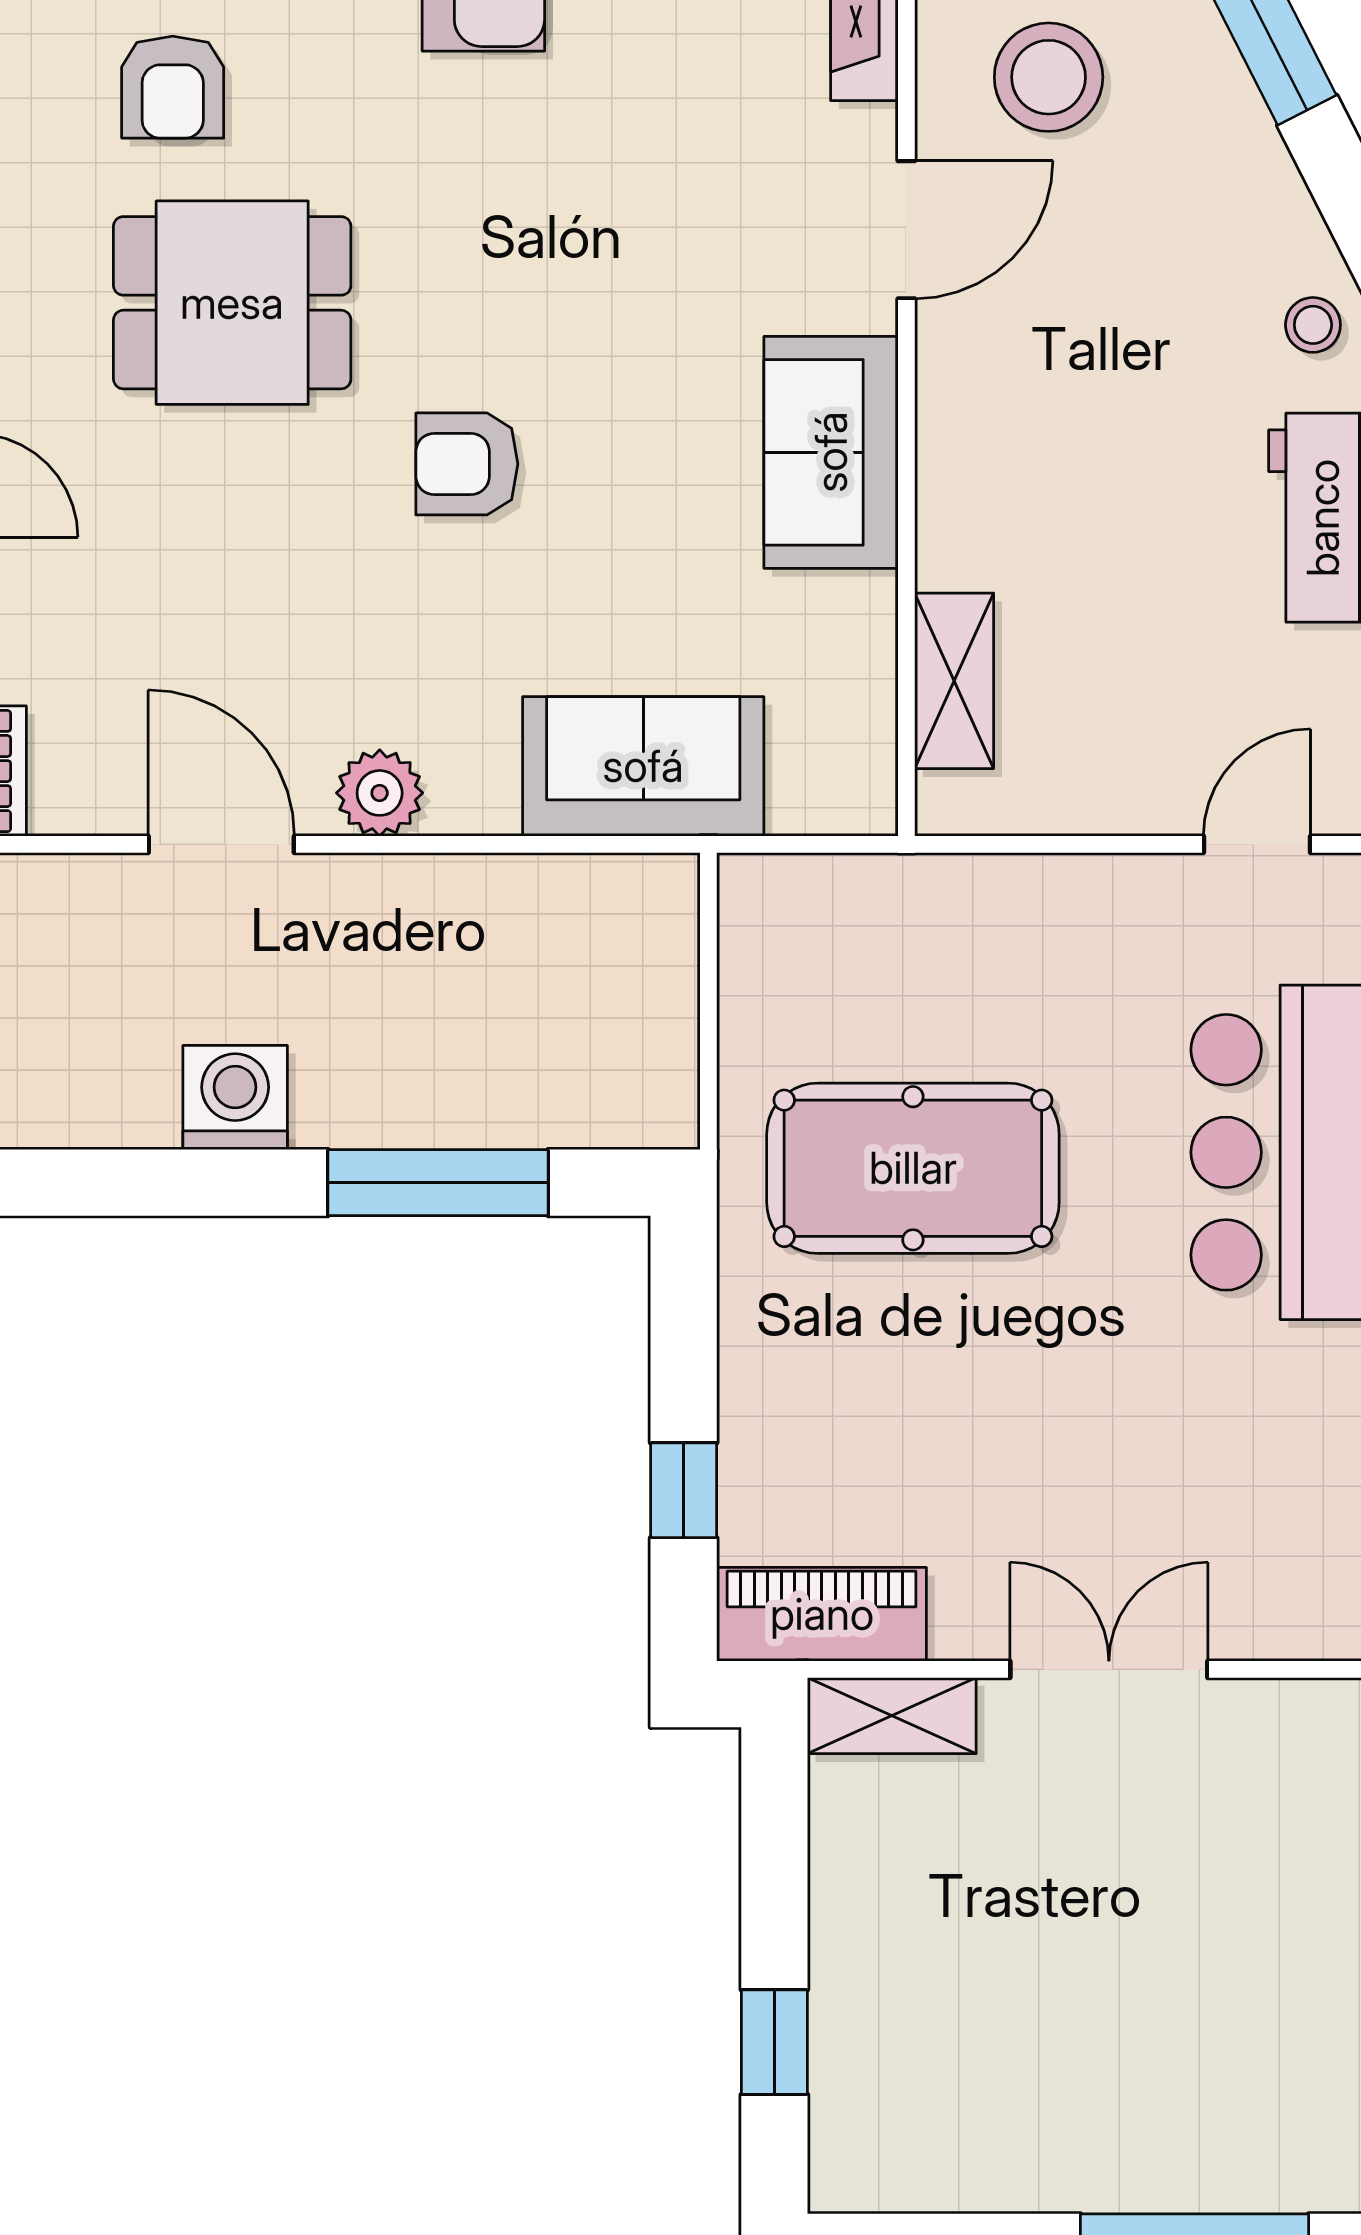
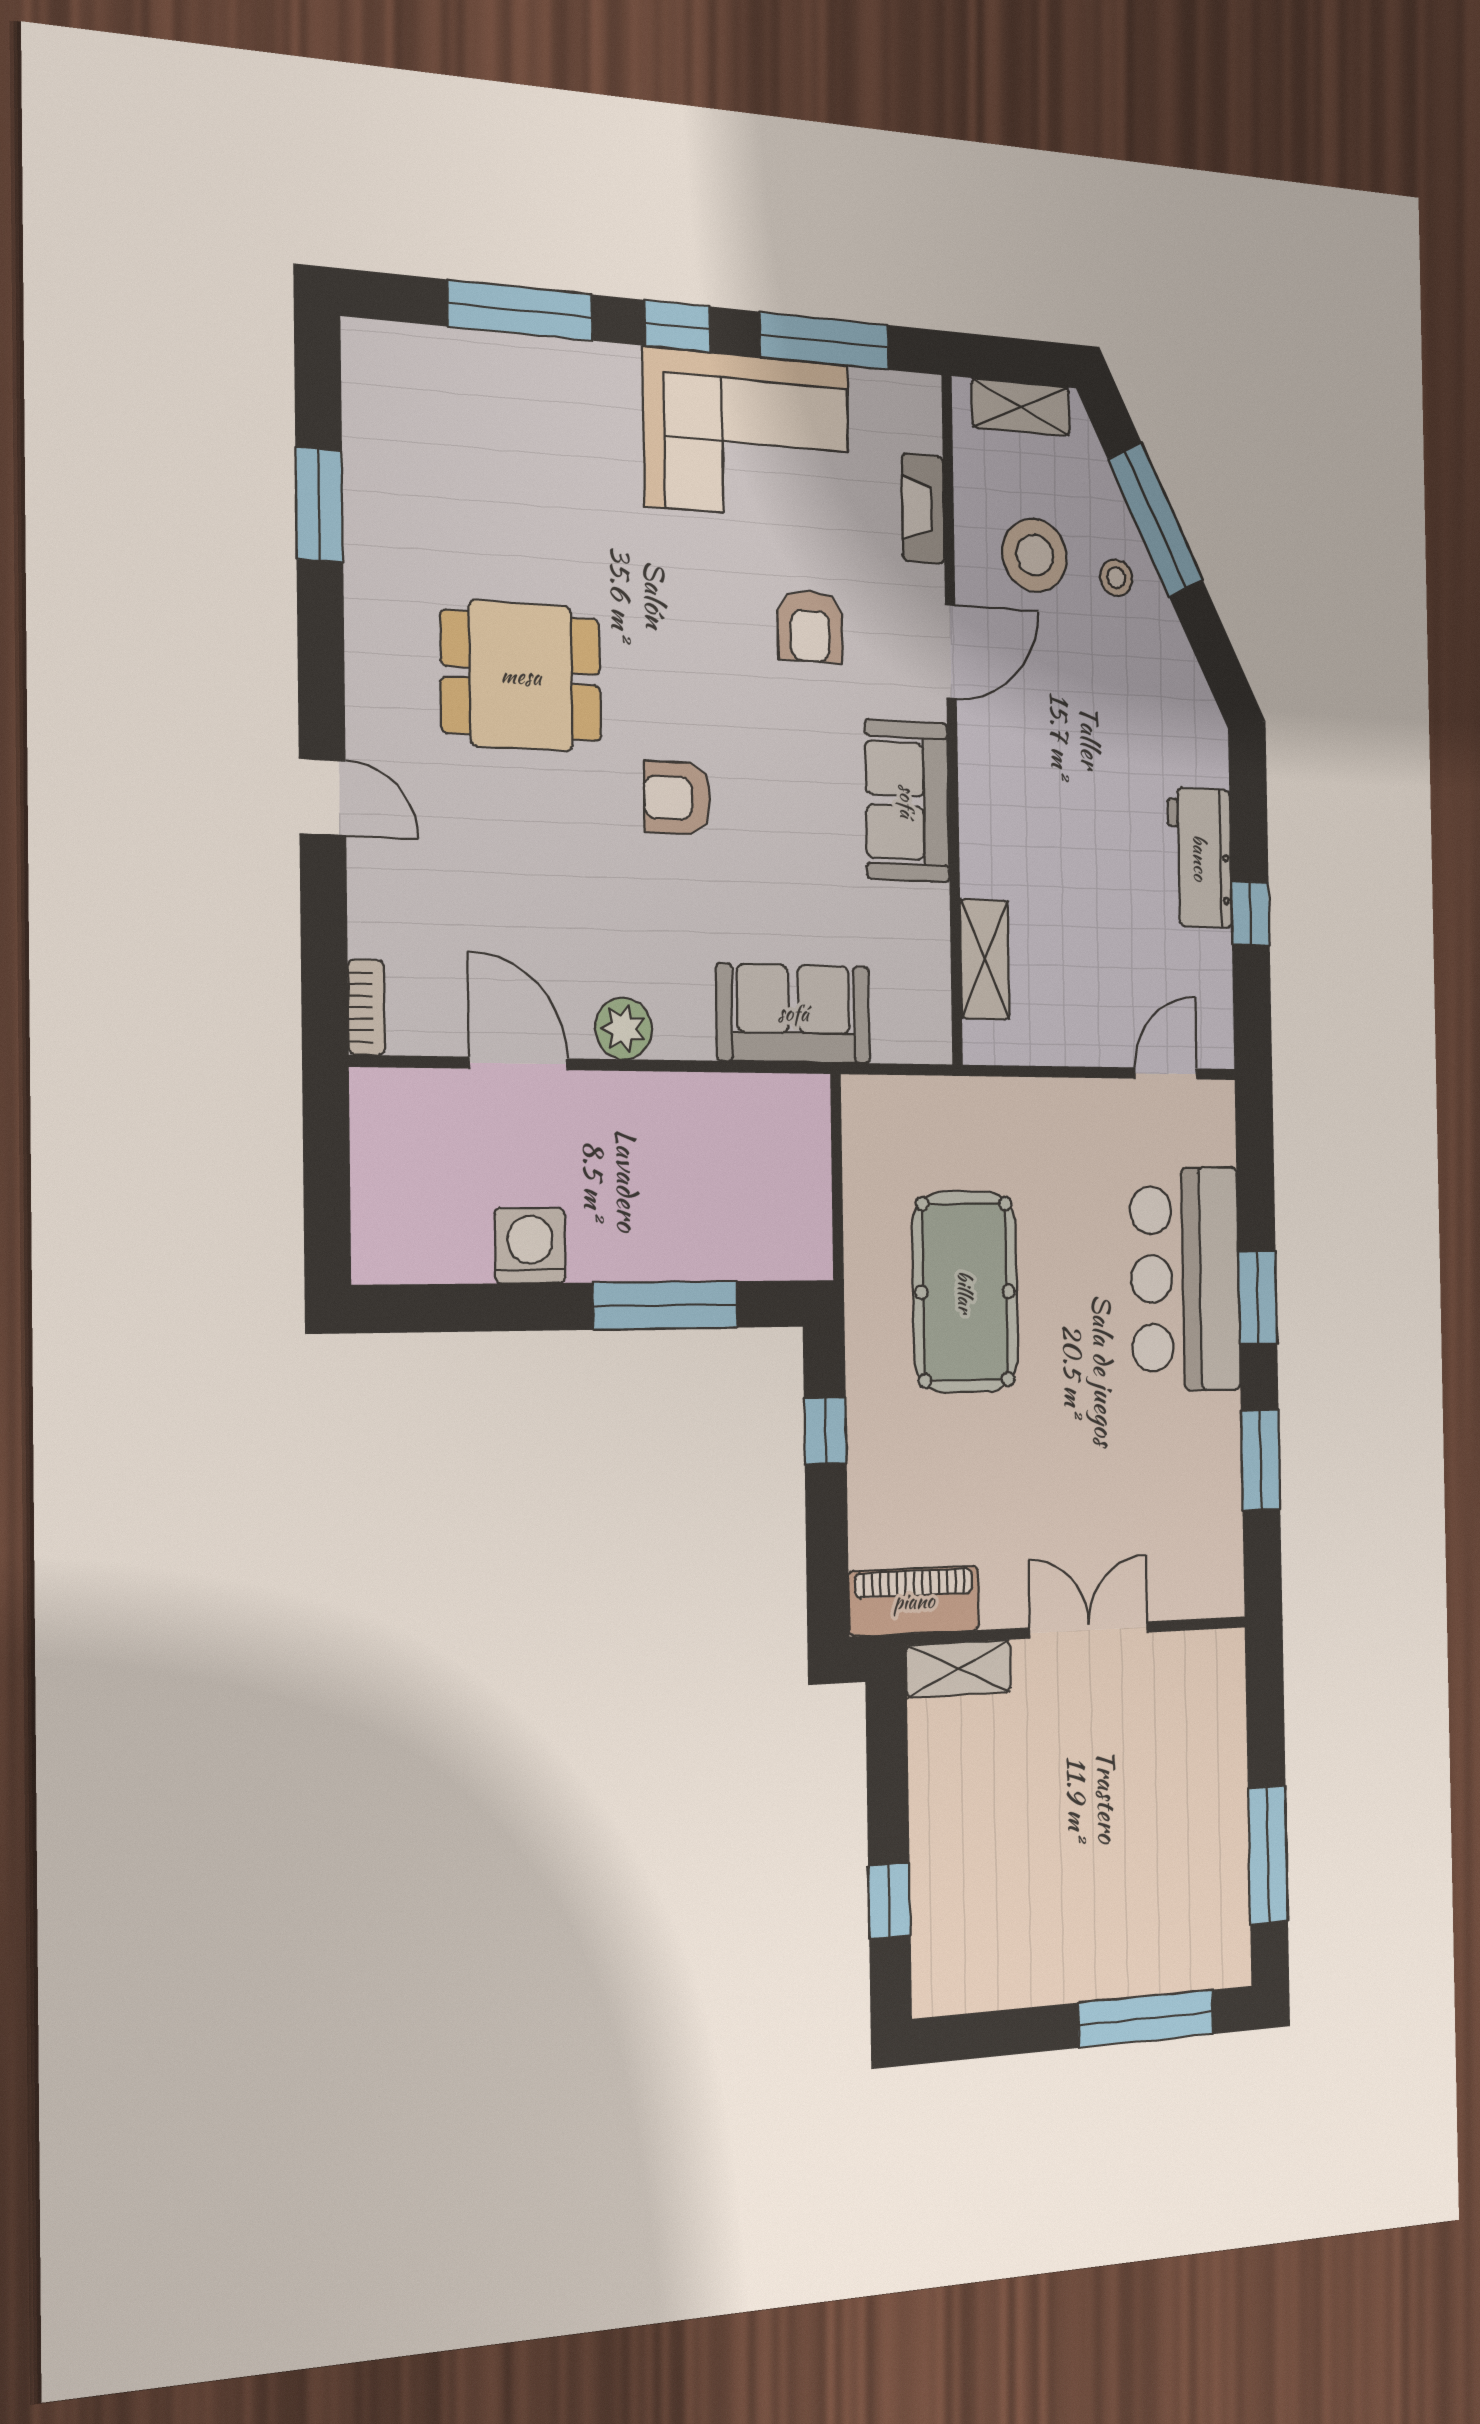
armchair: (173, 87) -> (810, 626), moved
stool: (1313, 325) -> (1116, 578), moved
pool table: (913, 1168) -> (965, 1292), turned 90
window: (684, 1490) -> (825, 1431), moved

